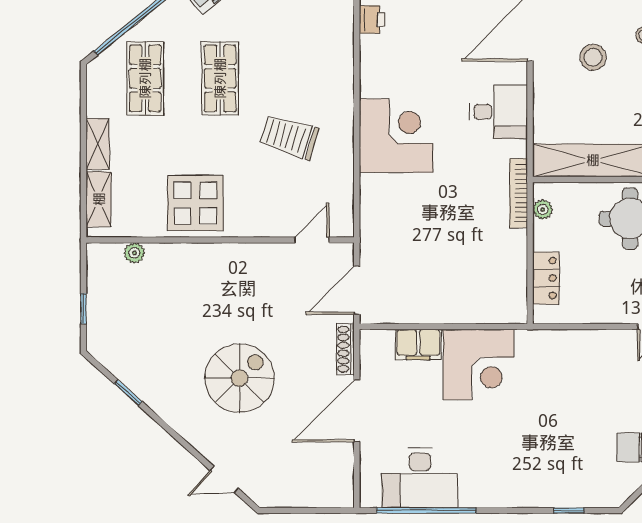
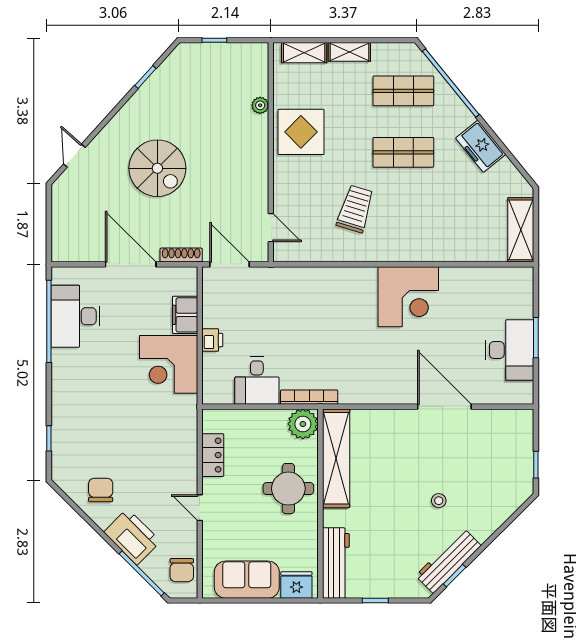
printer: (372, 20) -> (212, 340), moved, turned -90
stool: (593, 57) -> (421, 458), removed
desk: (499, 112) -> (257, 381), moved
corner desk: (396, 136) -> (408, 297), moved
plant: (543, 209) -> (303, 424), width x1.88, depth x1.88
plant: (134, 253) -> (260, 105), moved
locker: (546, 278) -> (213, 455), moved, turned -90

